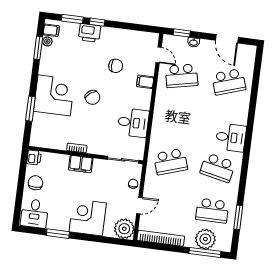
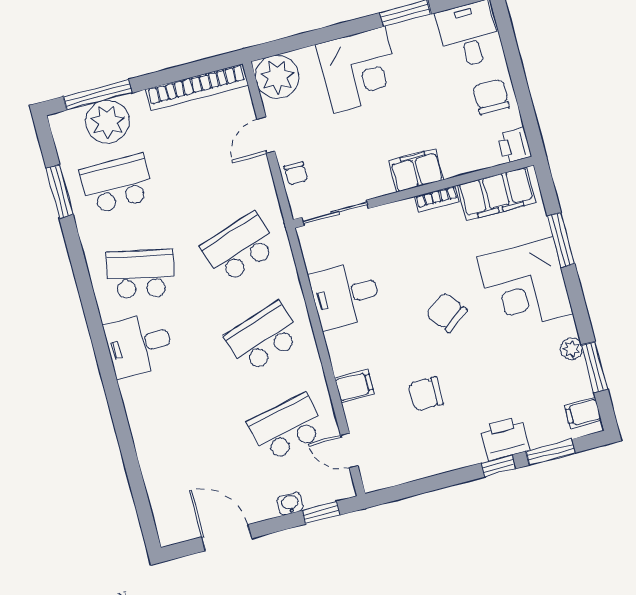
plant: (47, 41) -> (571, 349), moved
school desk: (229, 82) -> (263, 338), moved
filing cabinet: (50, 140) -> (497, 194), added
chair: (35, 183) -> (491, 97), turned 180

